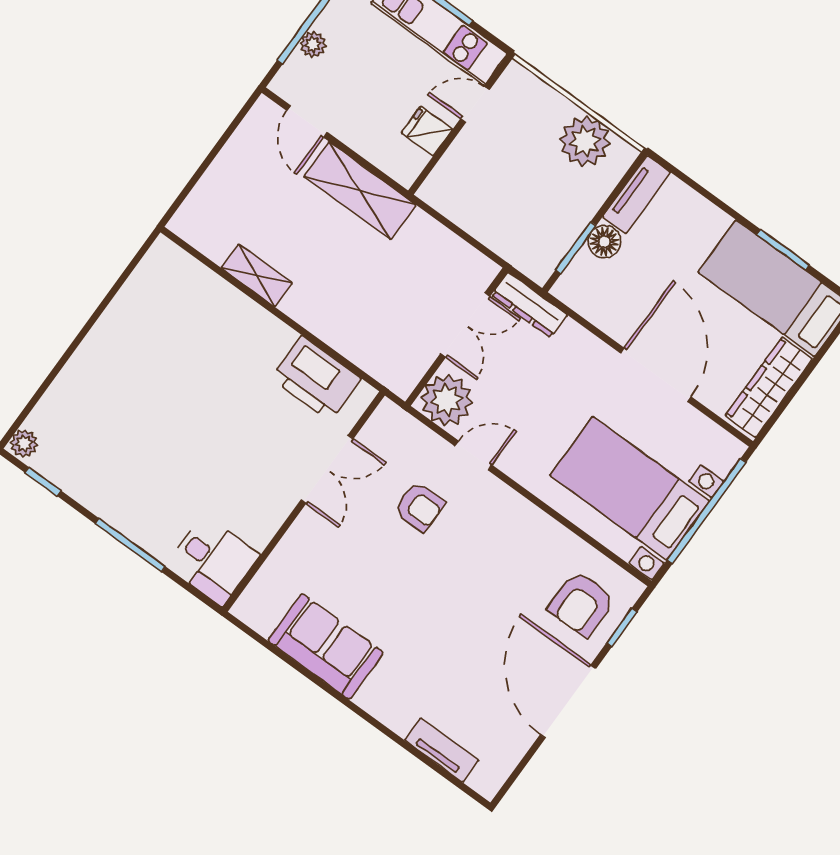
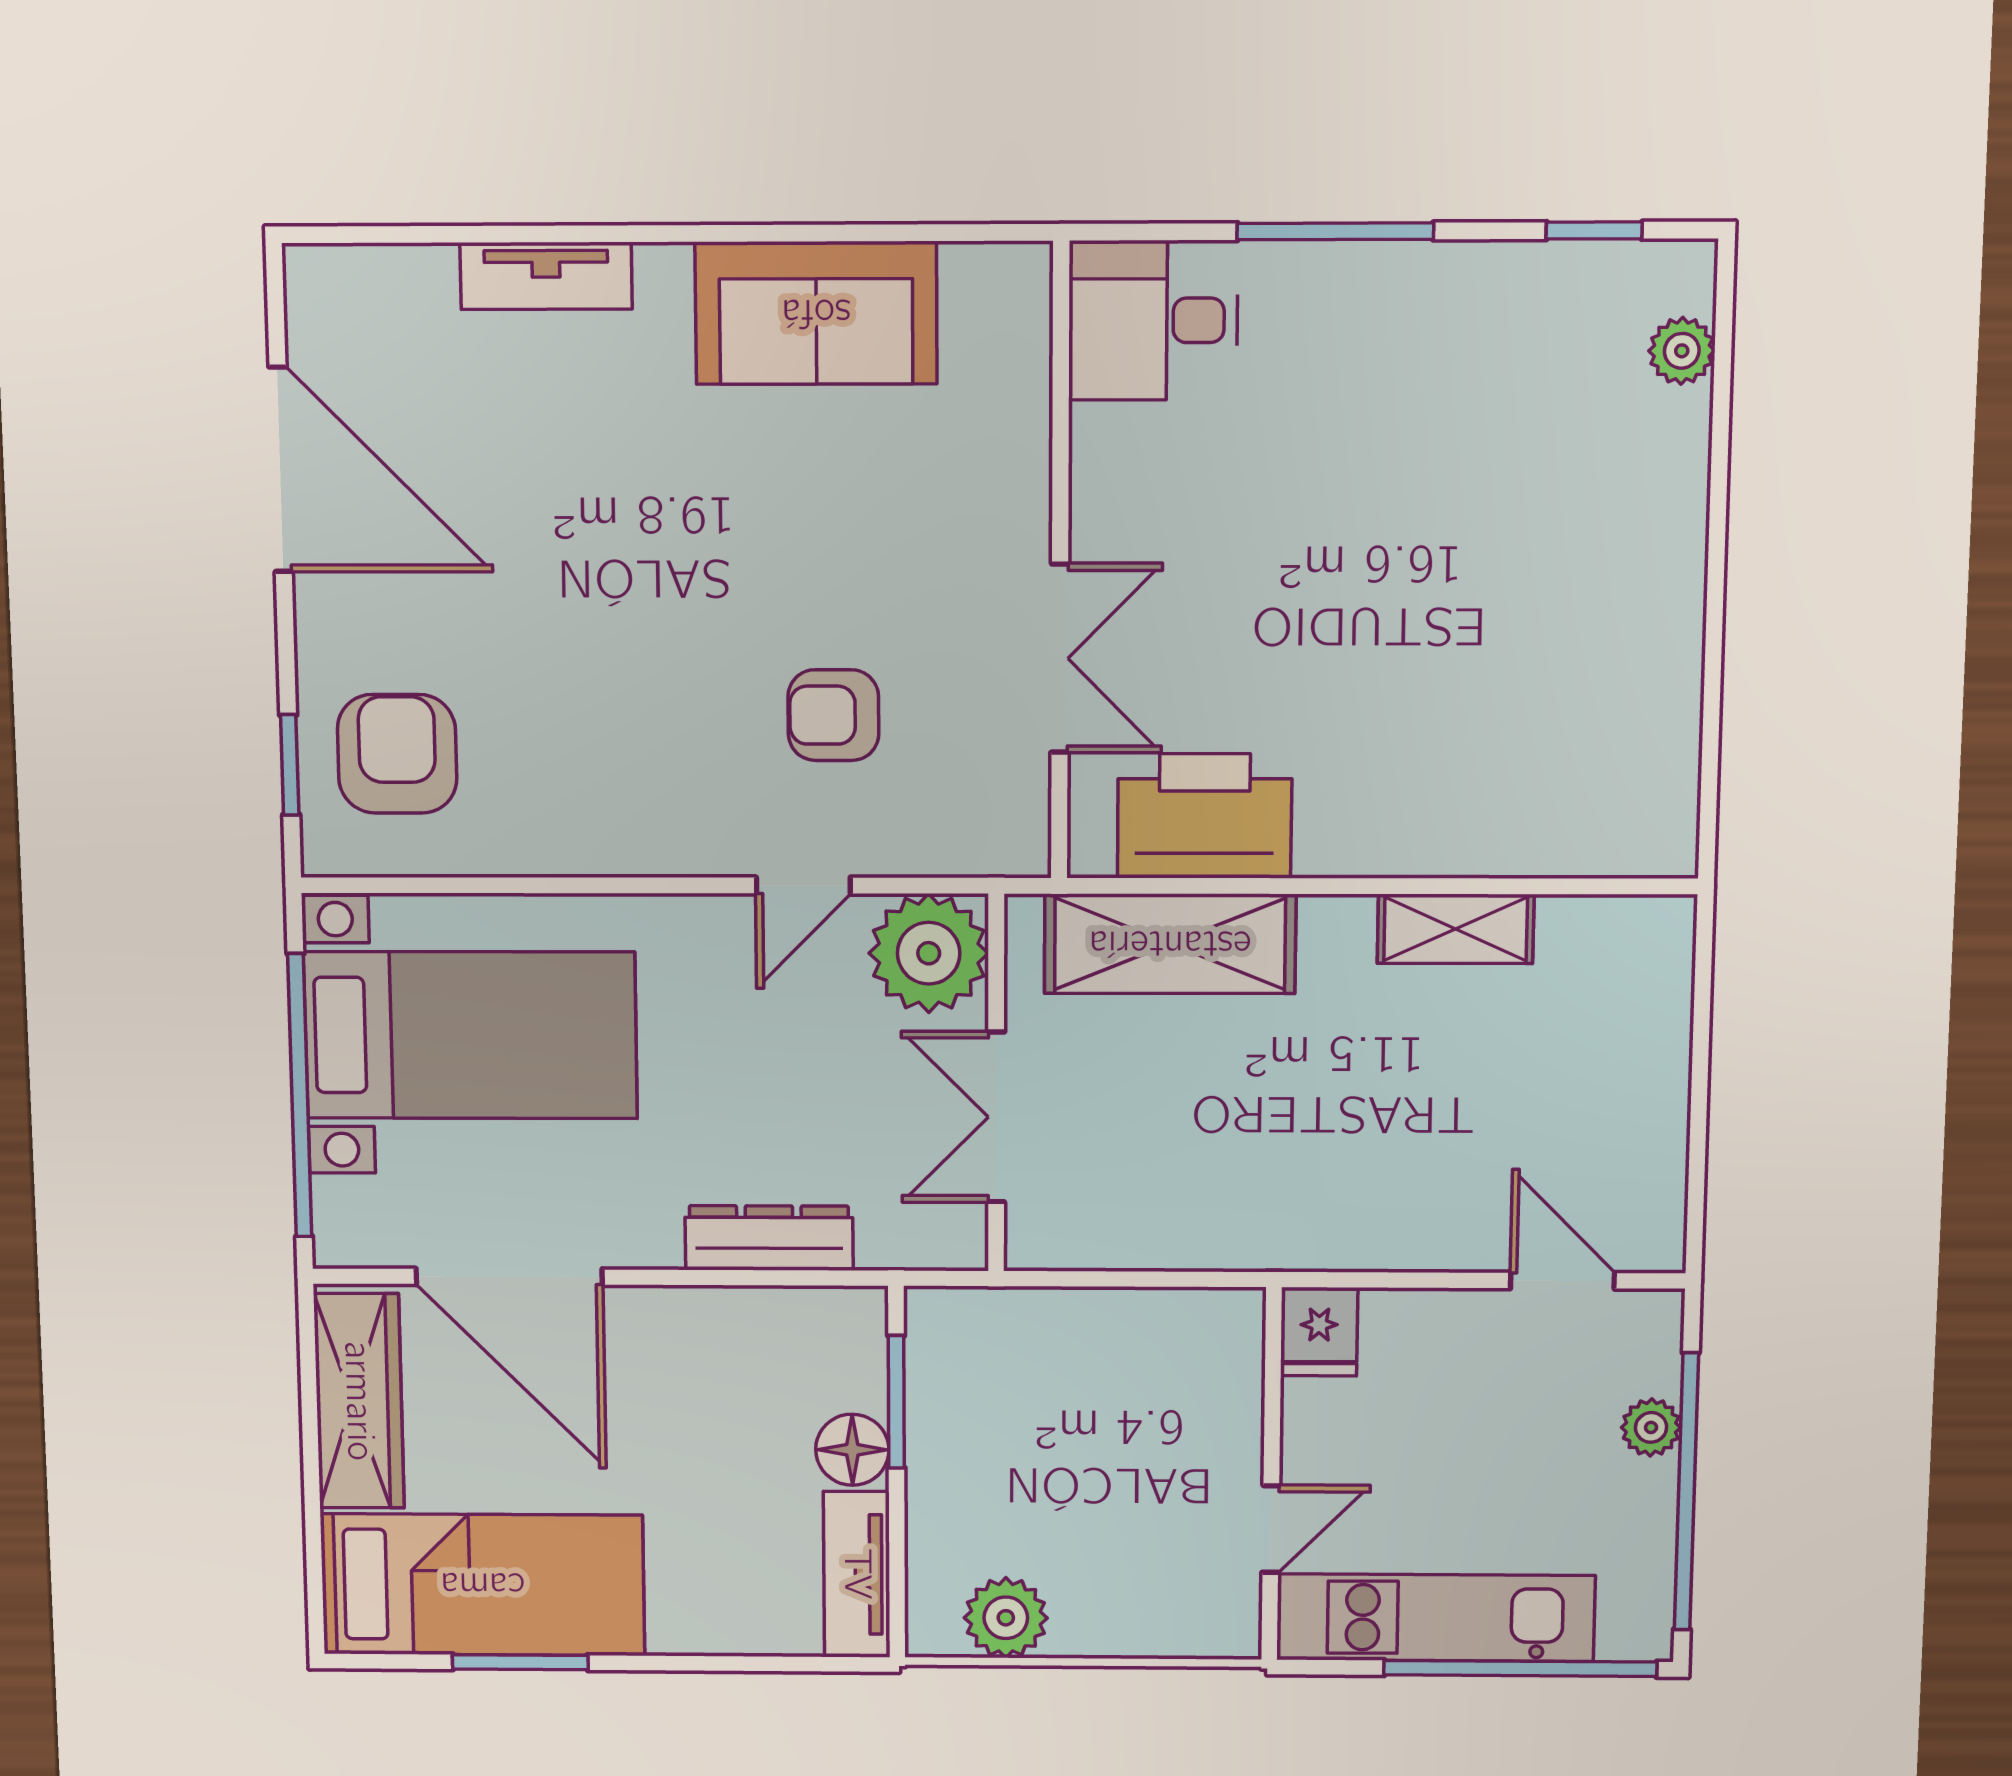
fridge: (427, 131) -> (1319, 1332), moved, turned 90
plant: (585, 141) -> (1006, 1618), width x0.73, depth x0.73
shelving: (360, 191) -> (1170, 944), moved
dresser: (529, 305) -> (769, 1238), moved
door: (656, 375) -> (509, 1277), moved
plant: (24, 443) -> (1682, 351), moved
double door: (327, 469) -> (1060, 658), swing flipped
door: (568, 702) -> (281, 470), moved
tv unit: (442, 750) -> (546, 276), moved

